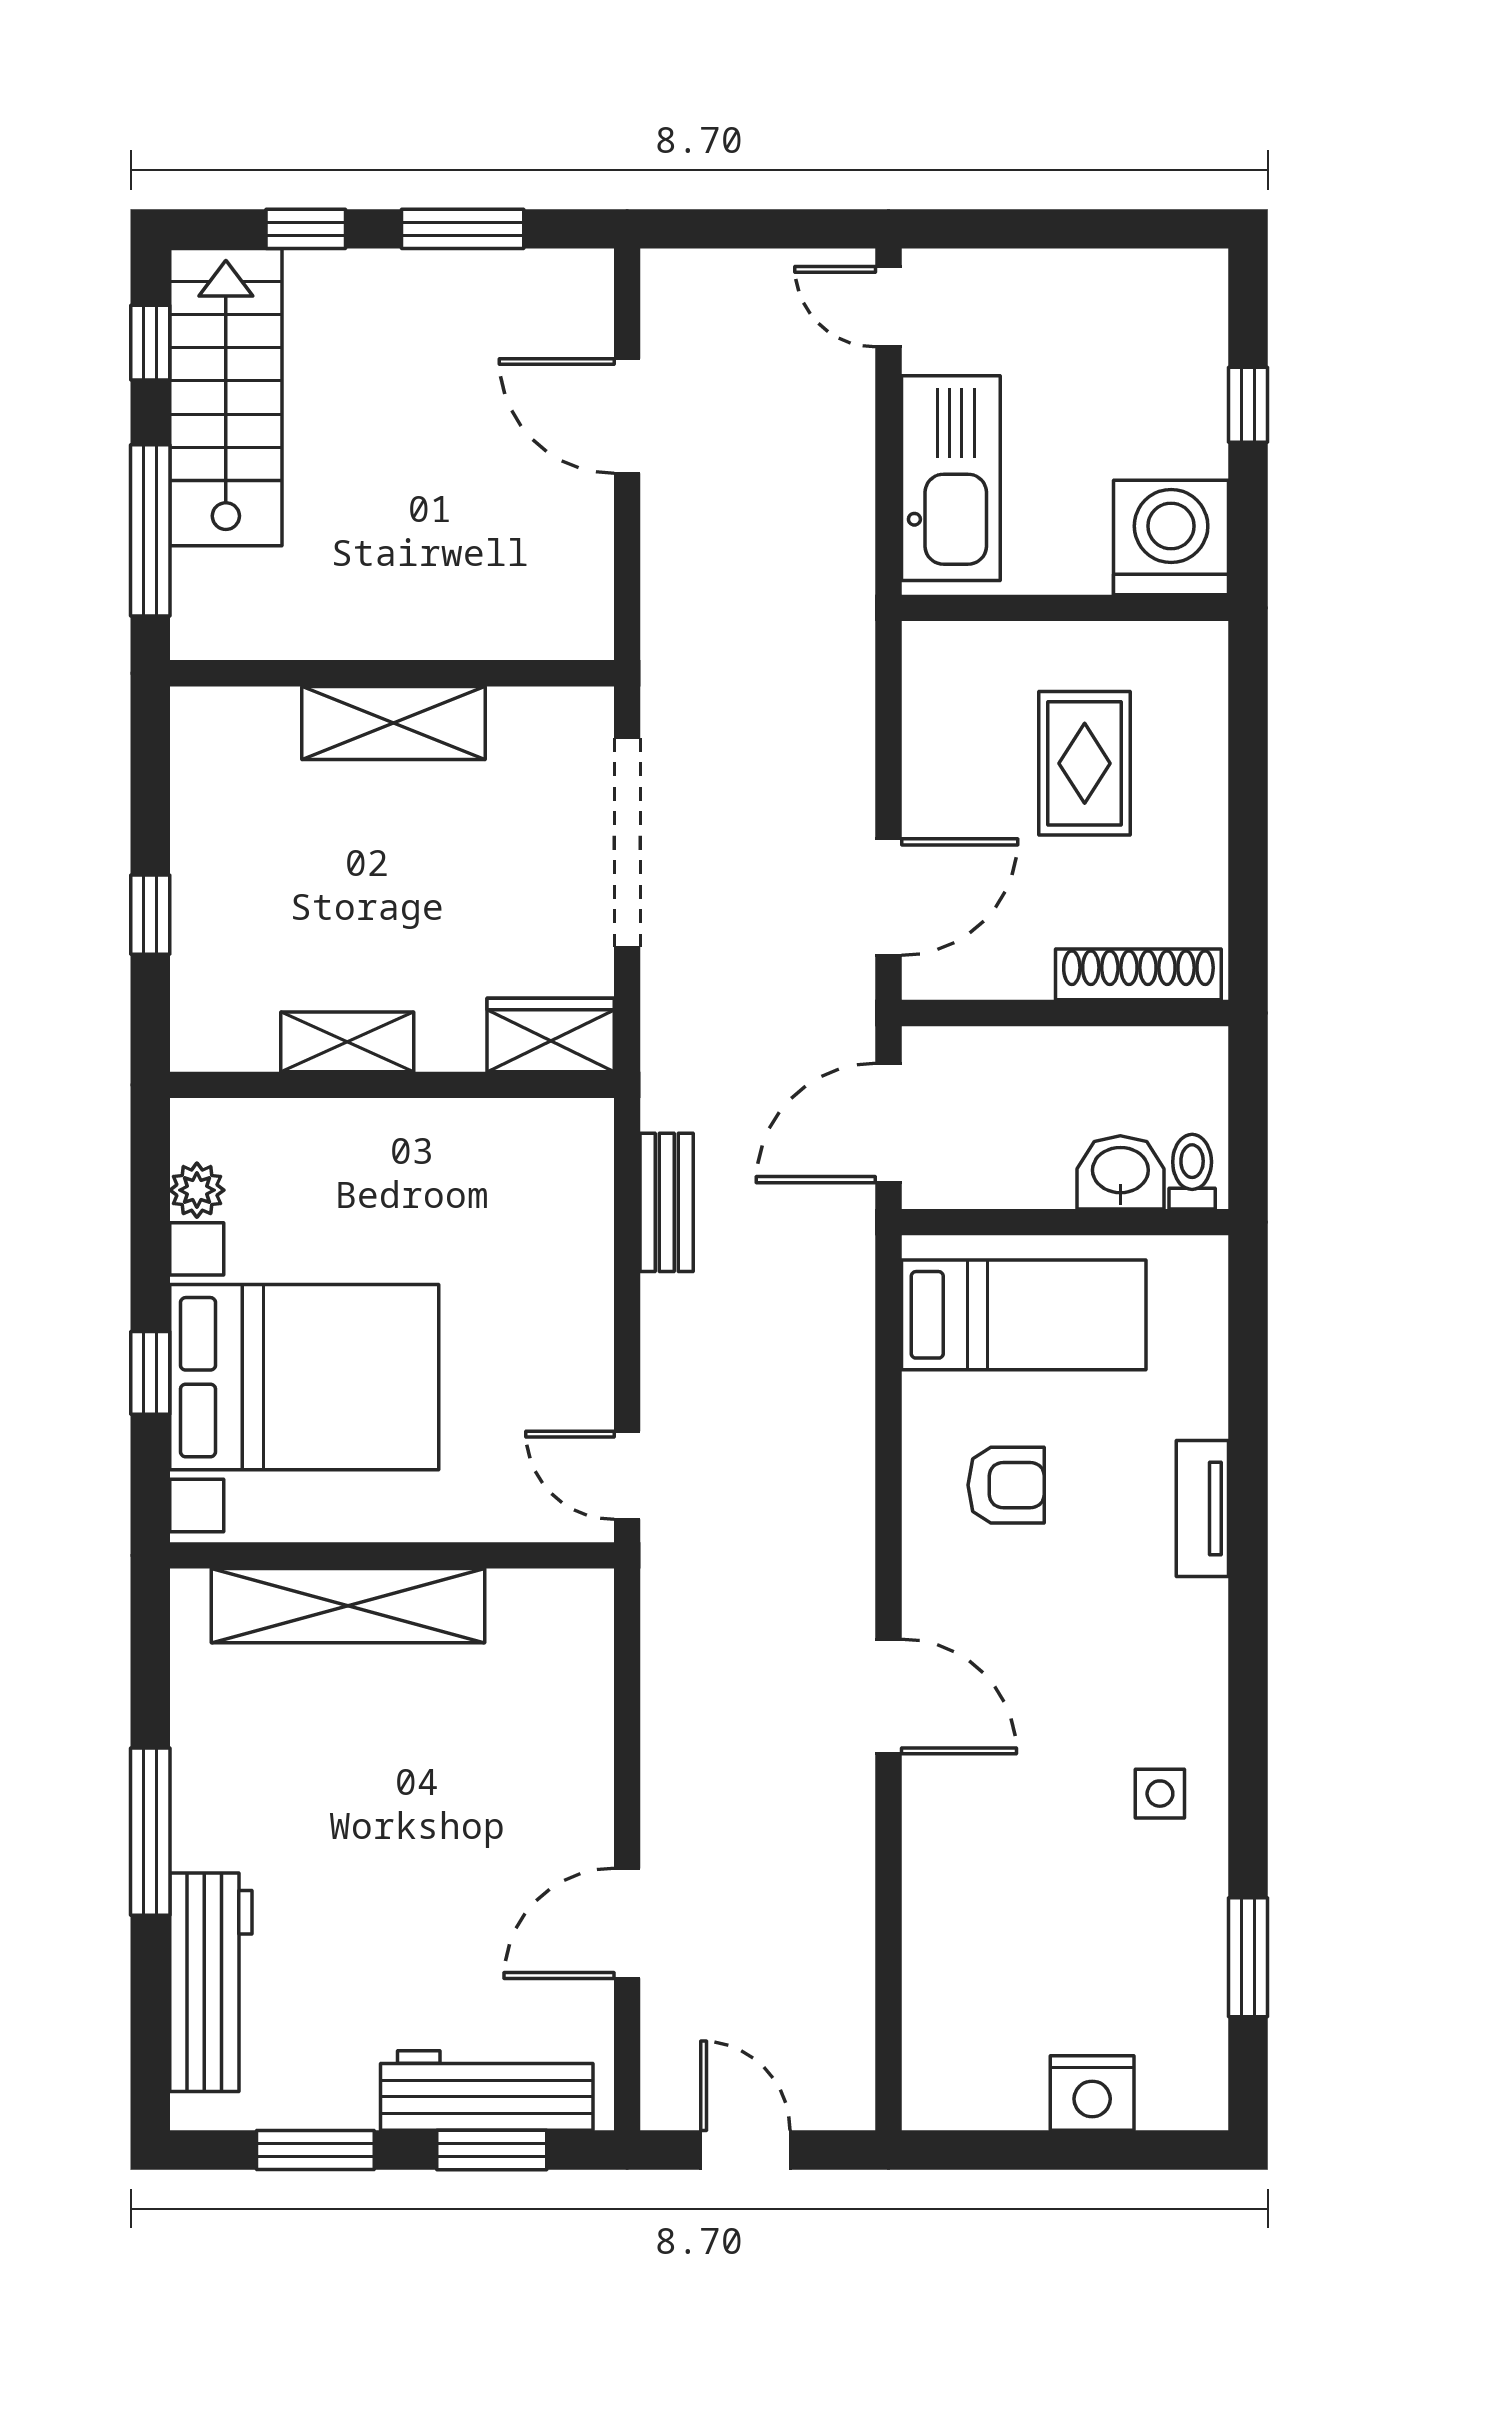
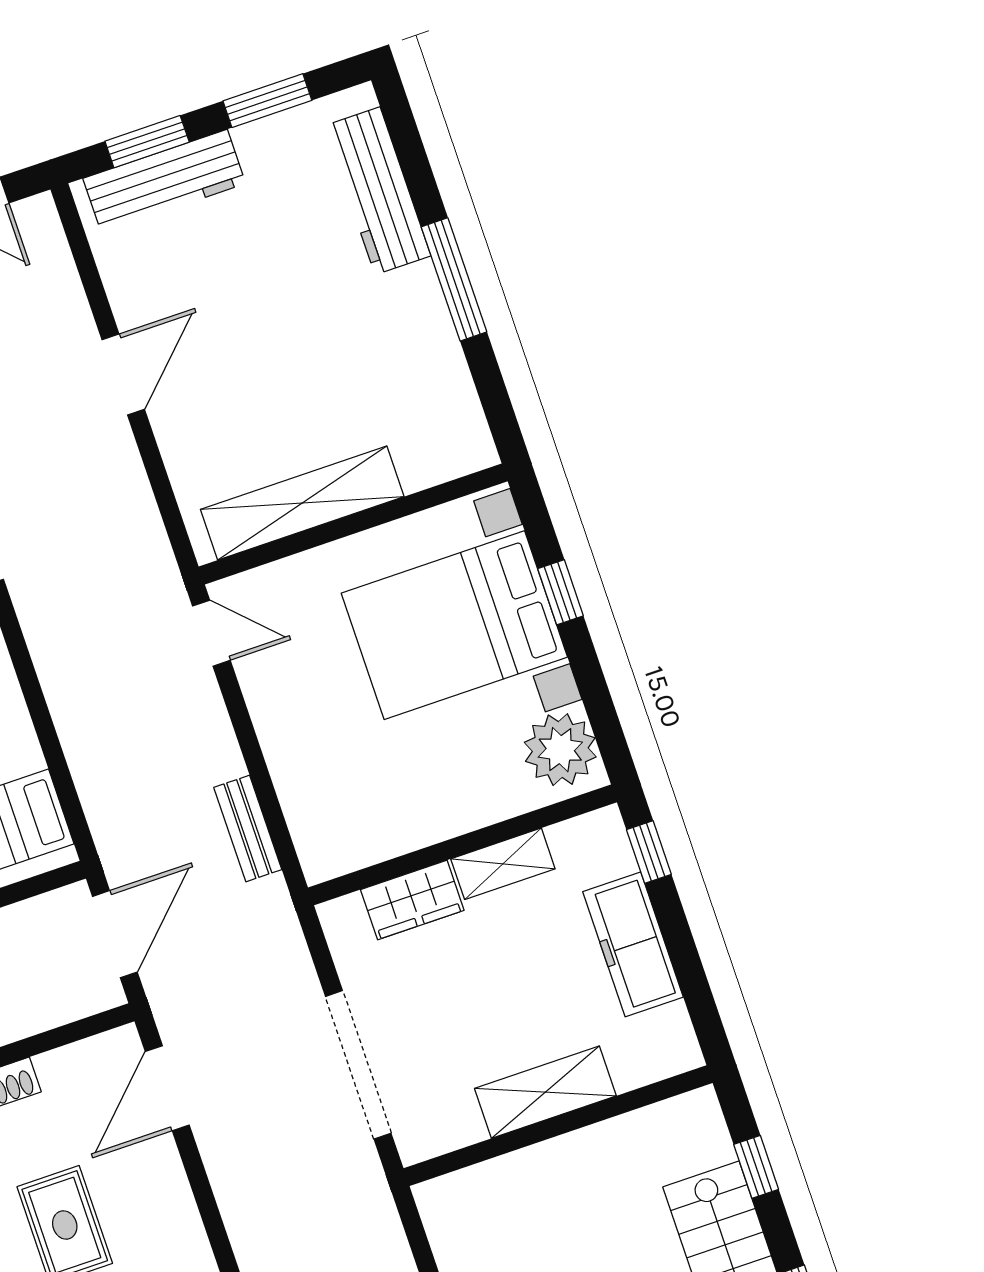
window: (150, 530) -> (756, 1167), width x0.46
freezer: (212, 878) -> (633, 944), added
window: (150, 915) -> (649, 852), moved
wardrobe: (551, 1035) -> (412, 900), moved
plant: (197, 1190) -> (560, 750), width x1.88, depth x1.88
shelving: (348, 1606) -> (302, 503), moved
door: (627, 1923) -> (123, 374), moved

